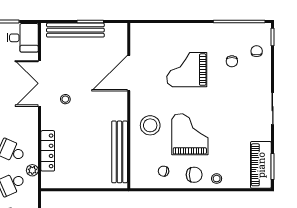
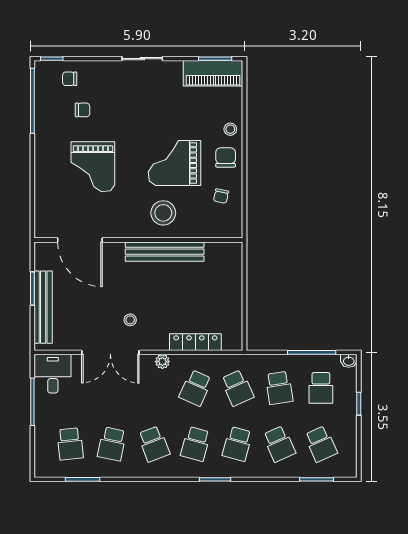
door: (129, 73) -> (80, 240), moved
bench: (120, 152) -> (165, 252), moved
plant: (32, 170) -> (162, 362), moved

